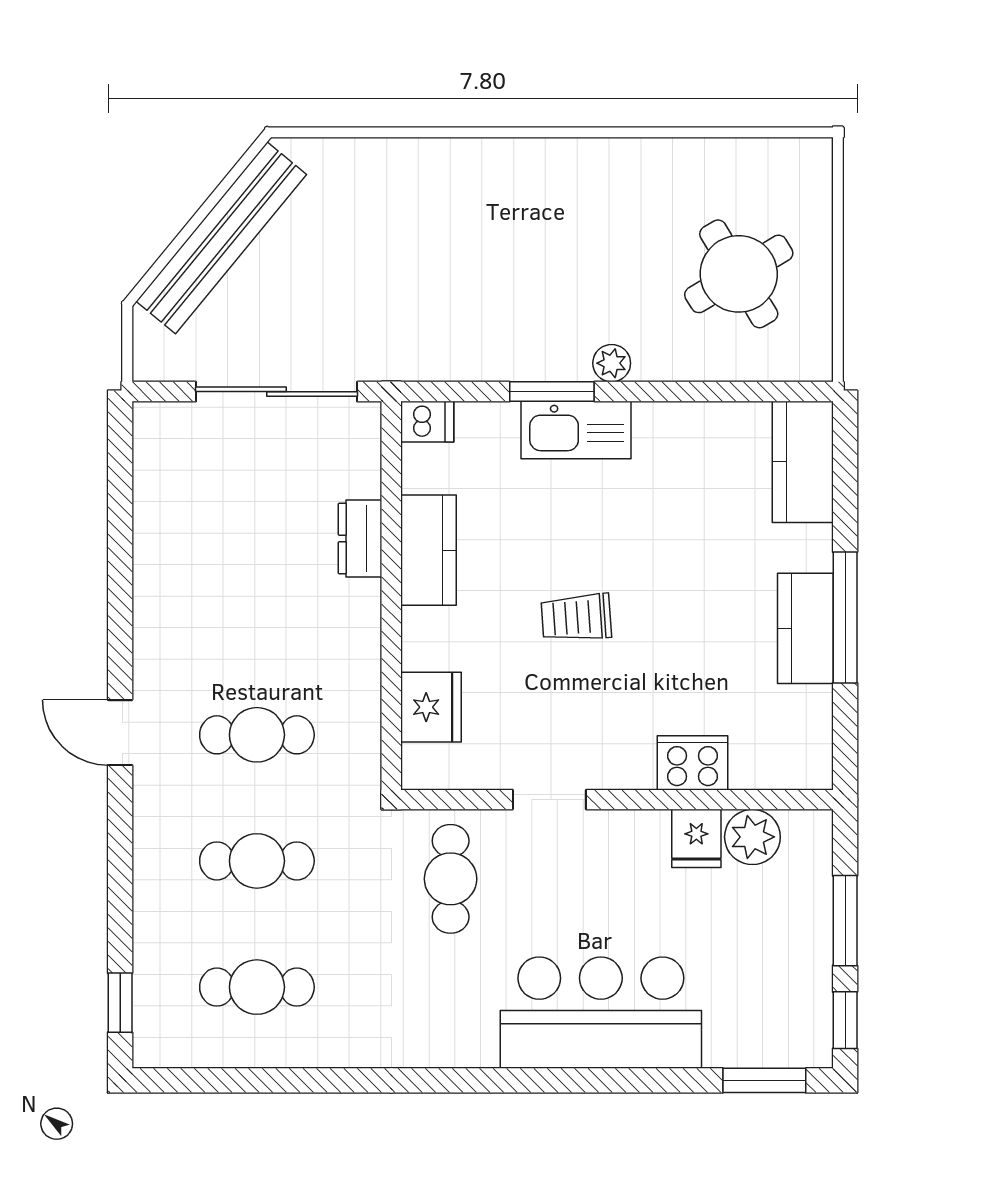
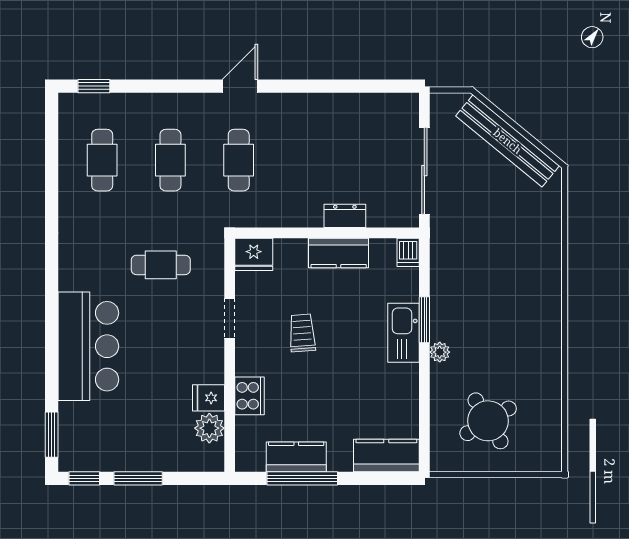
cooker: (693, 763) -> (249, 396), moved
doorway: (549, 800) -> (230, 318), moved
wall: (617, 800) -> (230, 355), moved
plant: (752, 837) -> (209, 428), moved
fridge: (696, 838) -> (209, 398), moved

